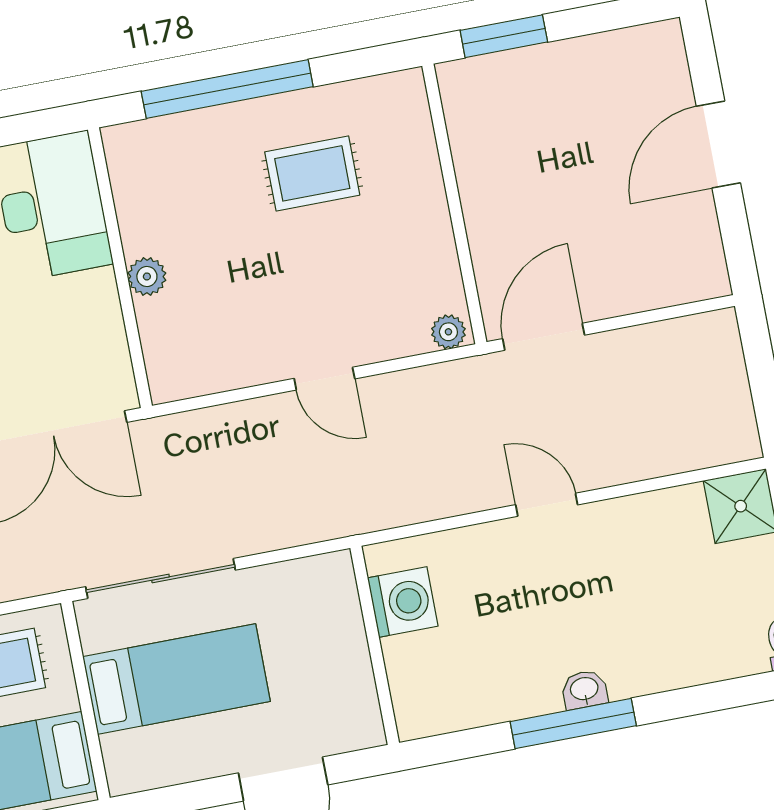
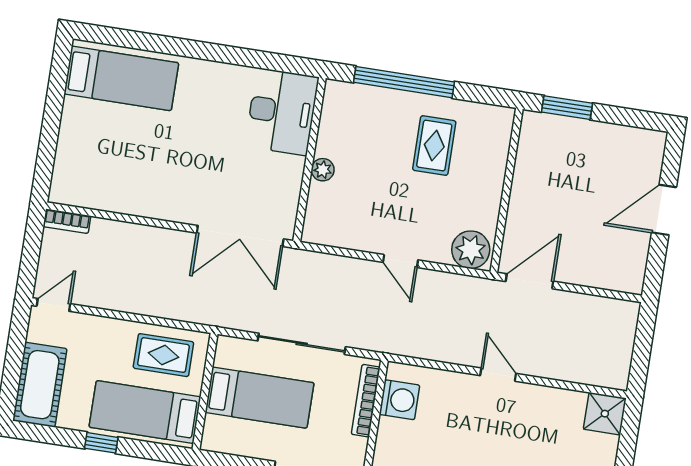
rug: (312, 173) -> (434, 146), turned 90
plant: (448, 332) -> (471, 250), width x1.88, depth x1.88
sliding door: (161, 578) -> (302, 344), moved
bookcase: (349, 623) -> (366, 401), added

